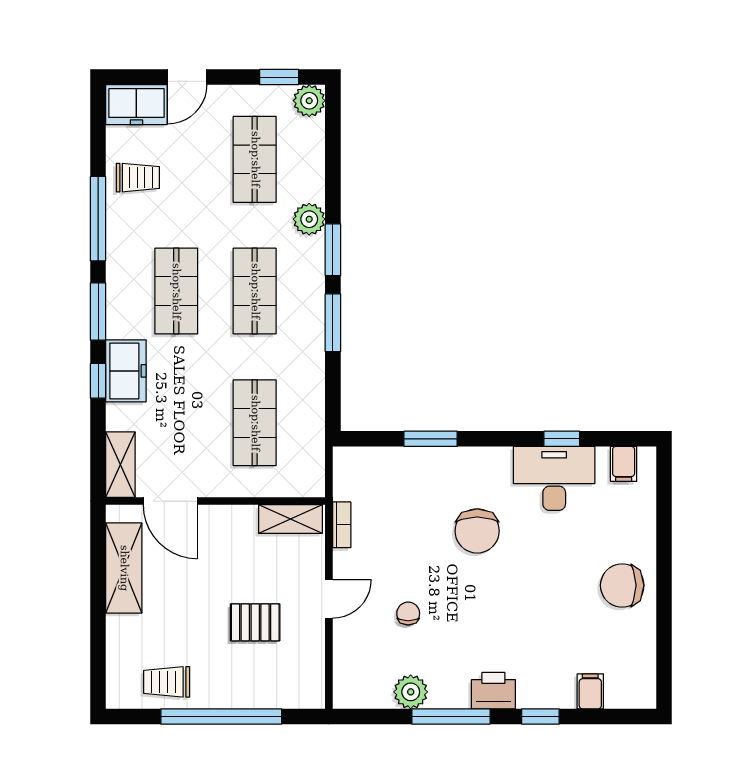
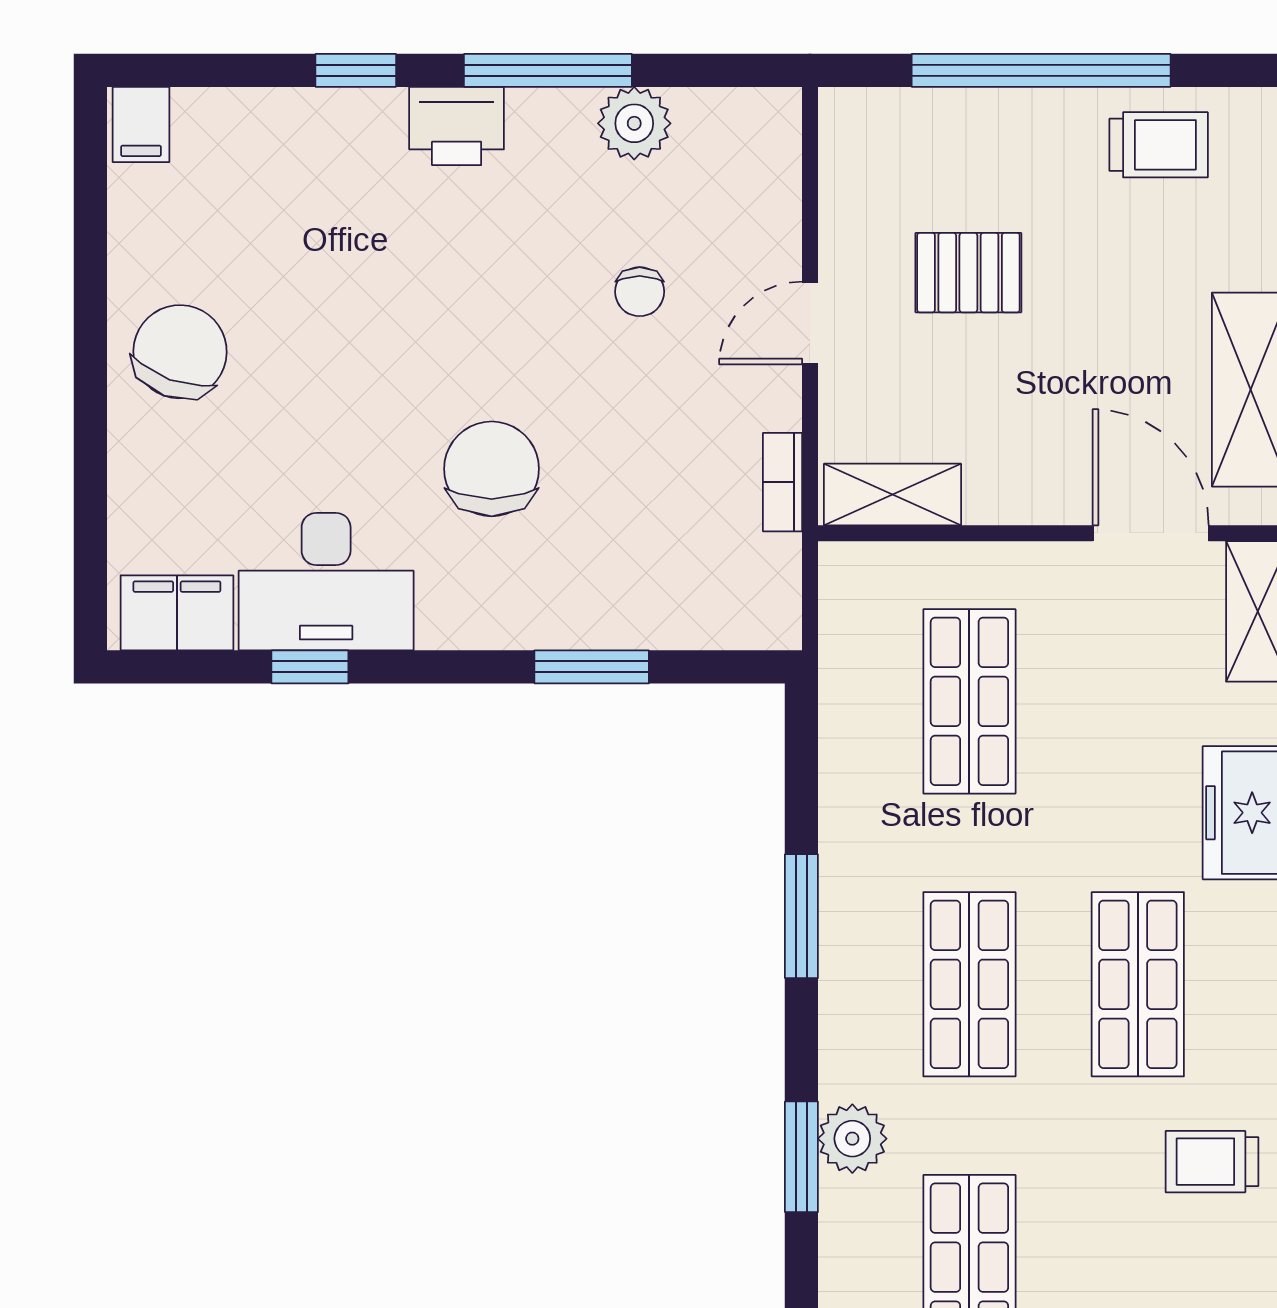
trolley: (138, 178) -> (1212, 1162), moved
window: (333, 250) -> (801, 1157), moved
filing cabinet: (624, 464) -> (177, 613), width x2.00
chair: (622, 585) -> (180, 352), turned -70
filing cabinet: (590, 691) -> (141, 124), moved

